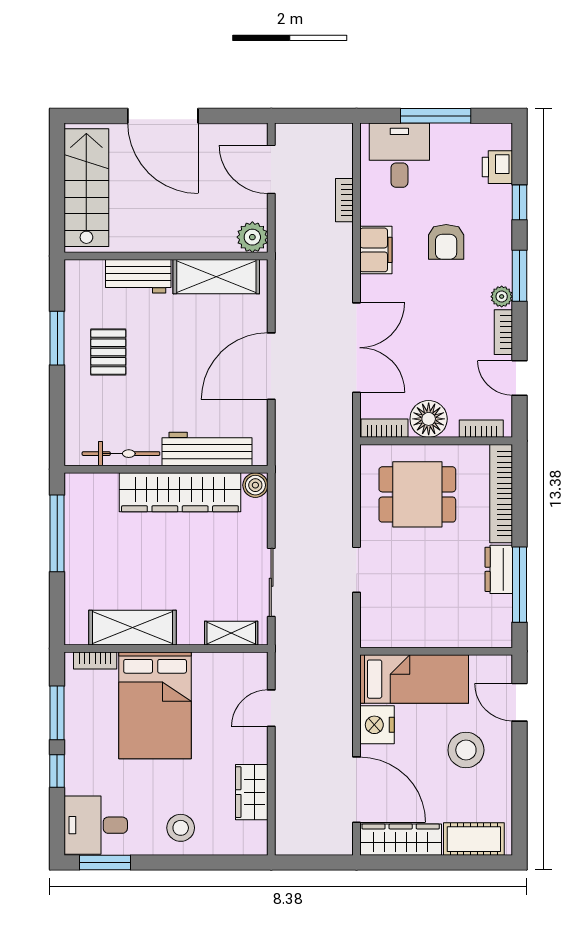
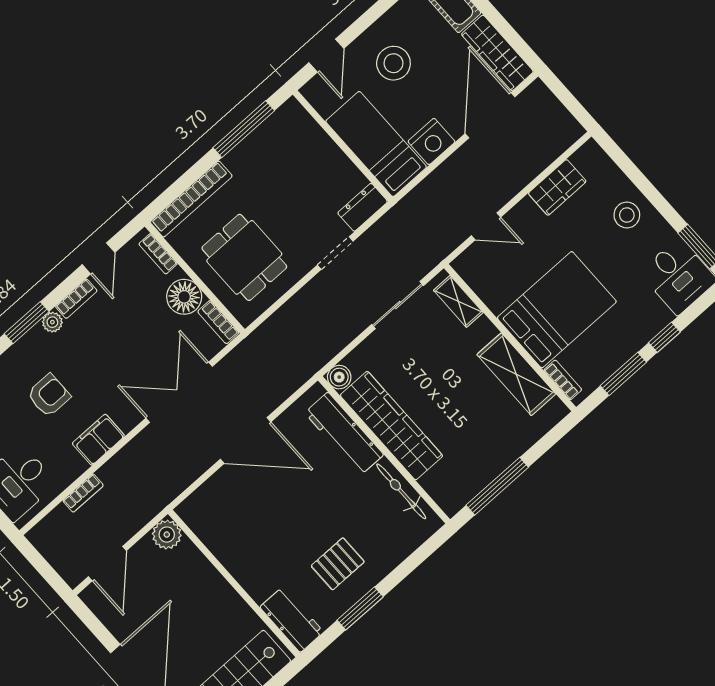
workbench: (138, 276) -> (292, 619), moved
shelving: (216, 277) -> (217, 535), removed
dresser: (499, 569) -> (363, 207), moved, turned 180

